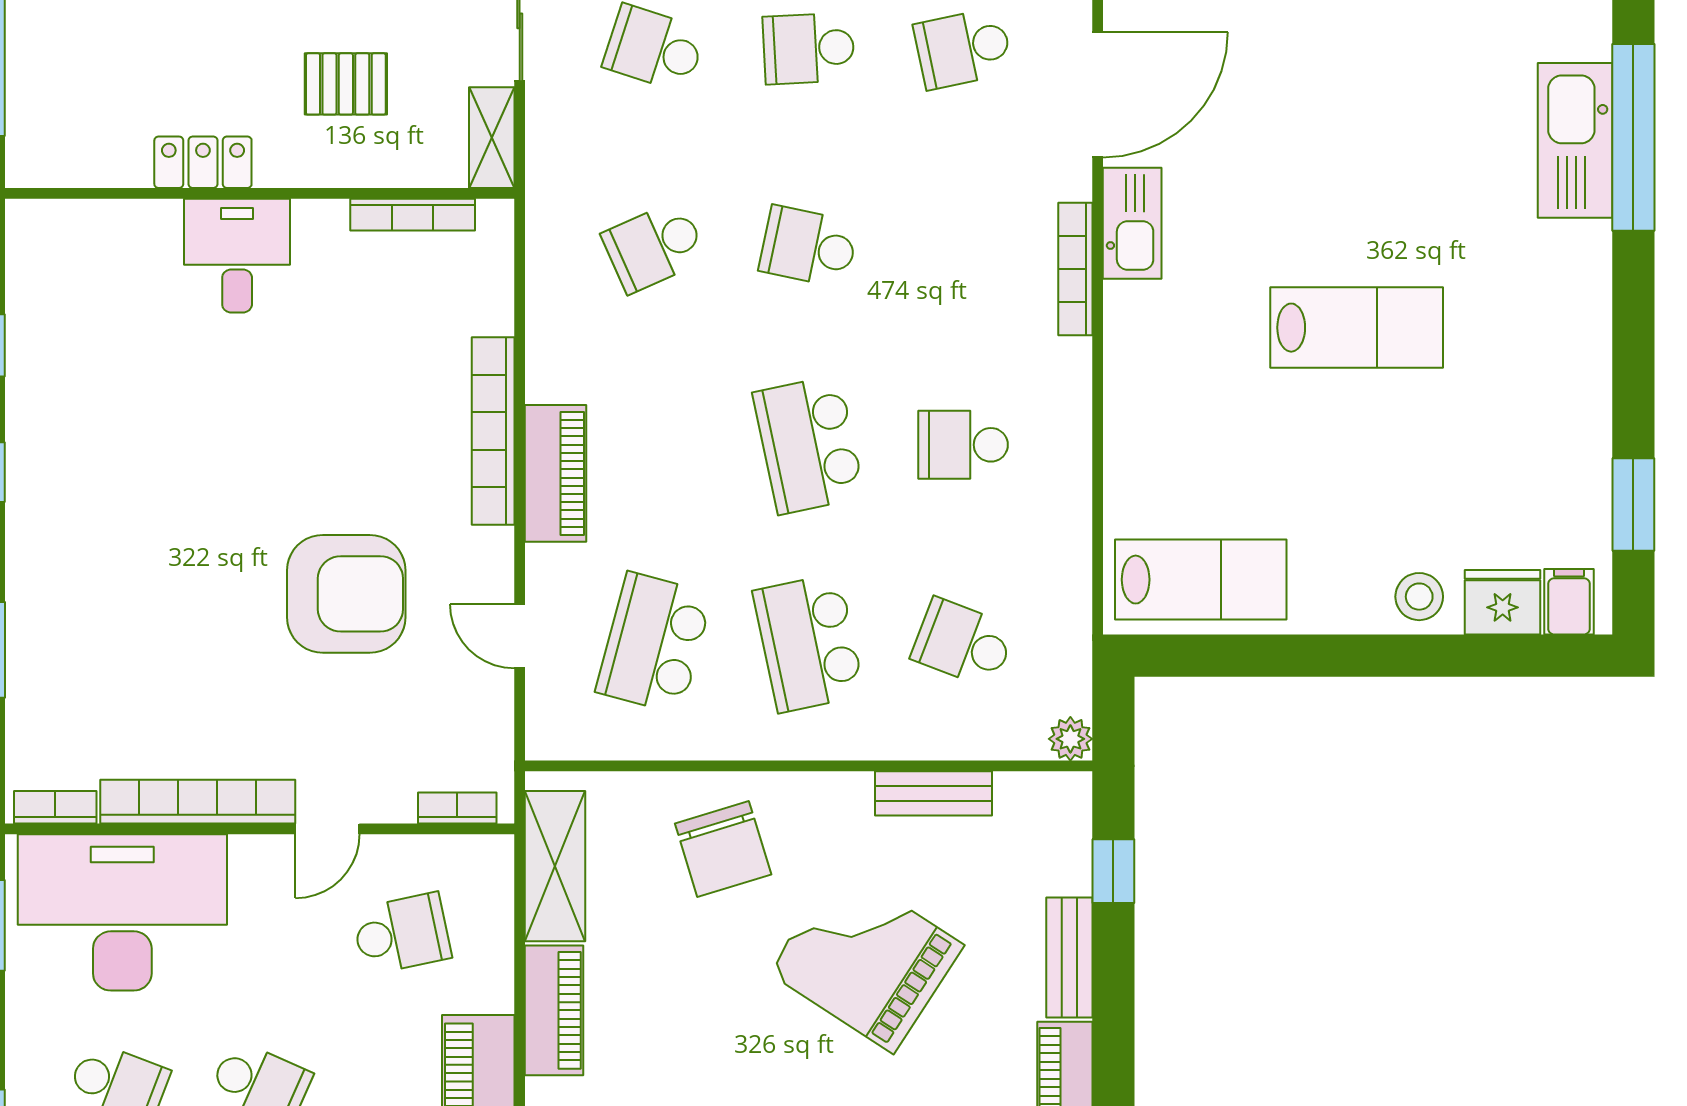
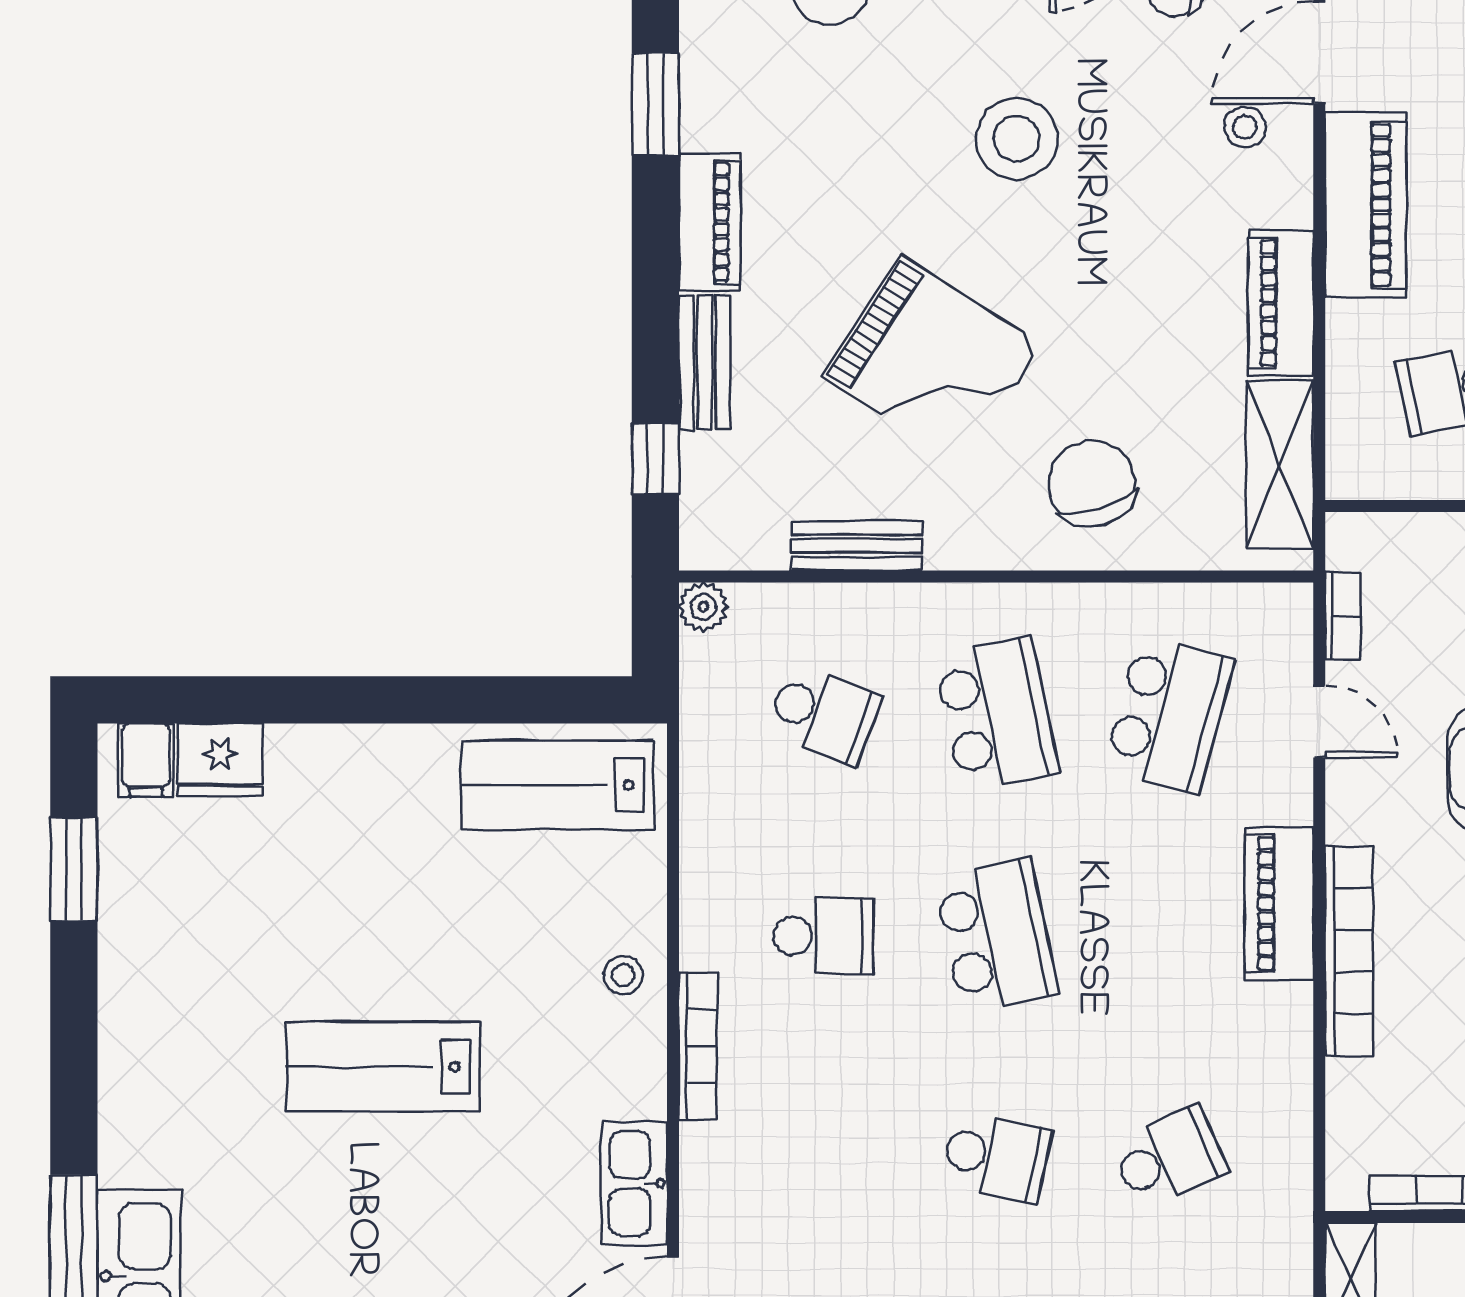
bookcase: (1075, 269) -> (698, 1046), moved
stool: (1419, 597) -> (623, 975), moved, width x0.73, depth x0.73
bookcase: (457, 808) -> (1343, 616), moved, turned -90

